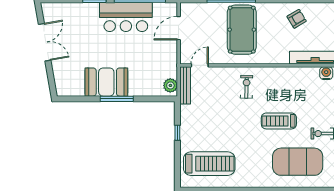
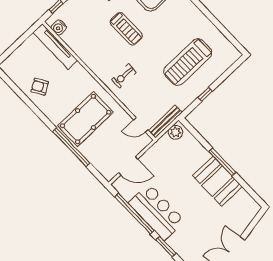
treadmill: (209, 164) -> (188, 62), moved, turned -90

